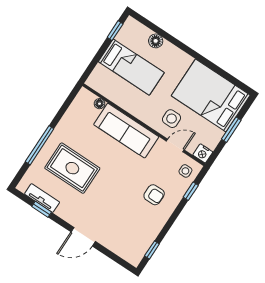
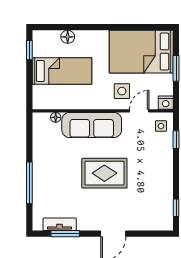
rug: (72, 168) -> (104, 173), moved
armchair: (154, 195) -> (148, 162), removed
window: (42, 209) -> (65, 234), width x1.50

